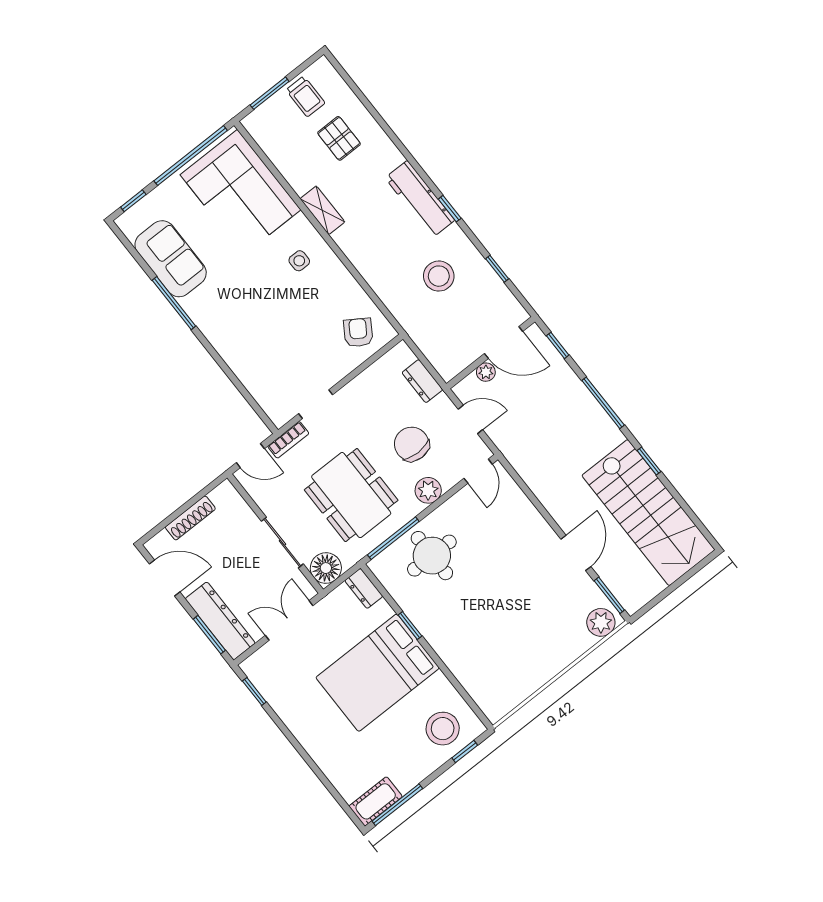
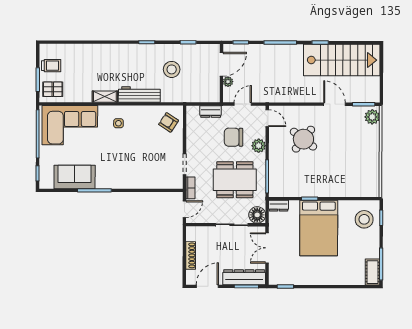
pallet: (339, 138) -> (53, 89), moved
workbench: (420, 199) -> (139, 95), moved, turned 180
round table: (432, 556) -> (303, 139), moved, turned 38

